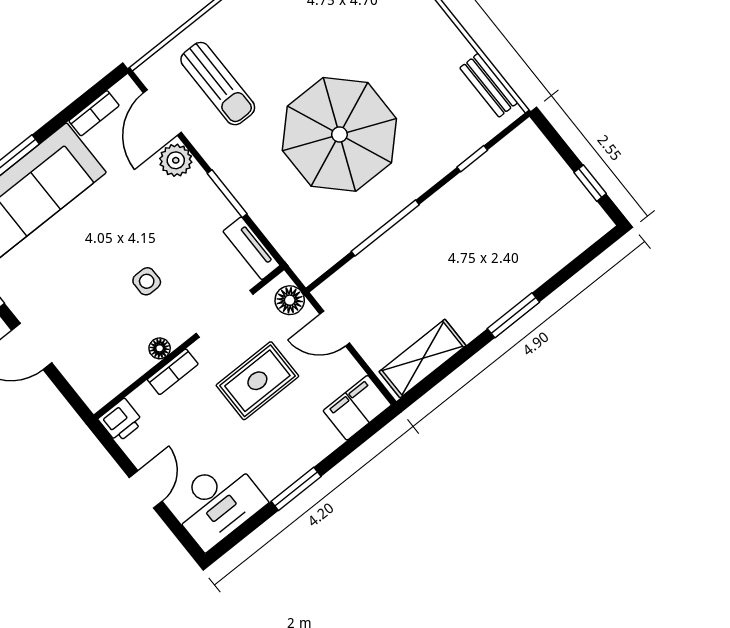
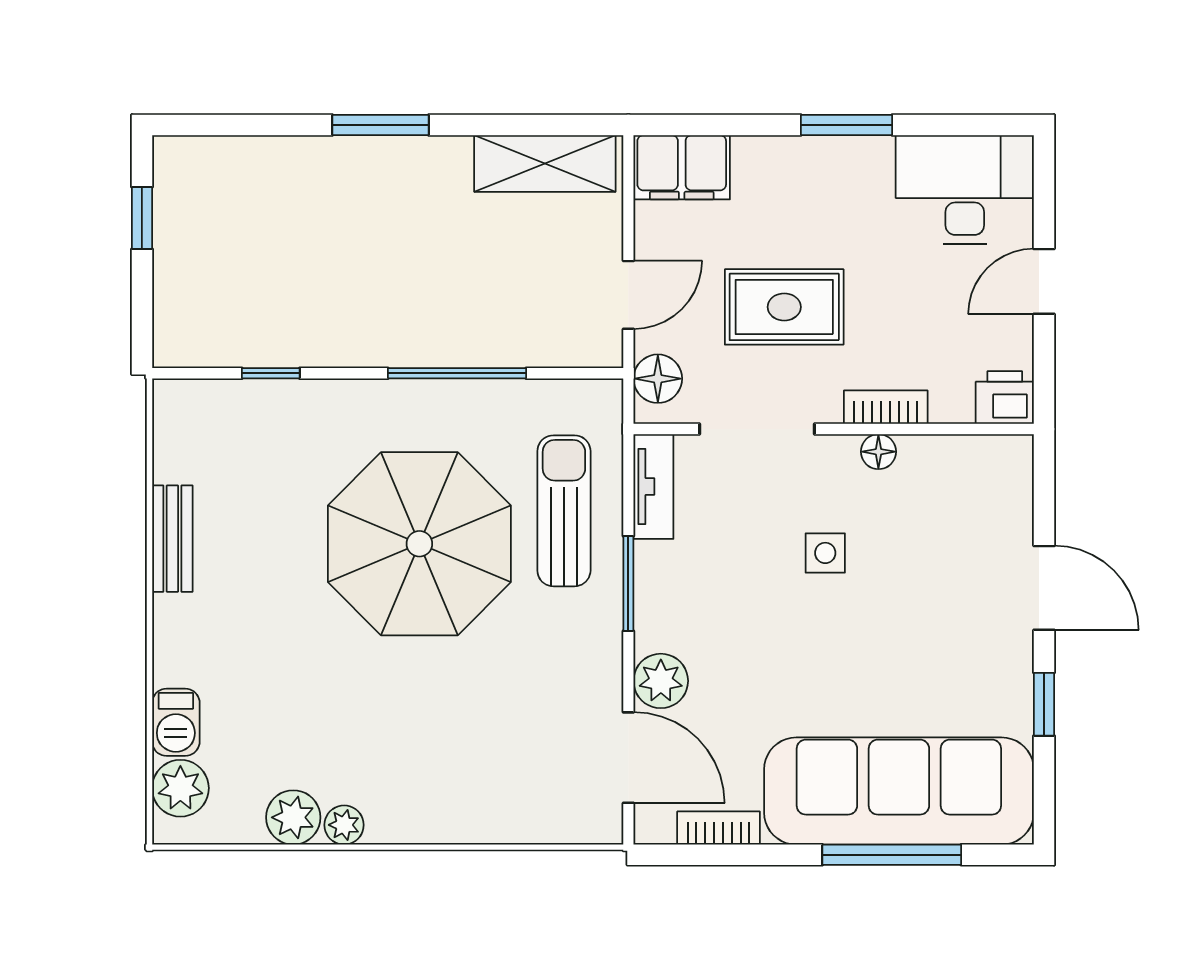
sun lounger: (218, 84) -> (564, 511), moved
bench: (489, 85) -> (172, 539), moved
door: (162, 113) -> (628, 758), hinge flipped
door: (335, 328) -> (628, 295), hinge flipped

